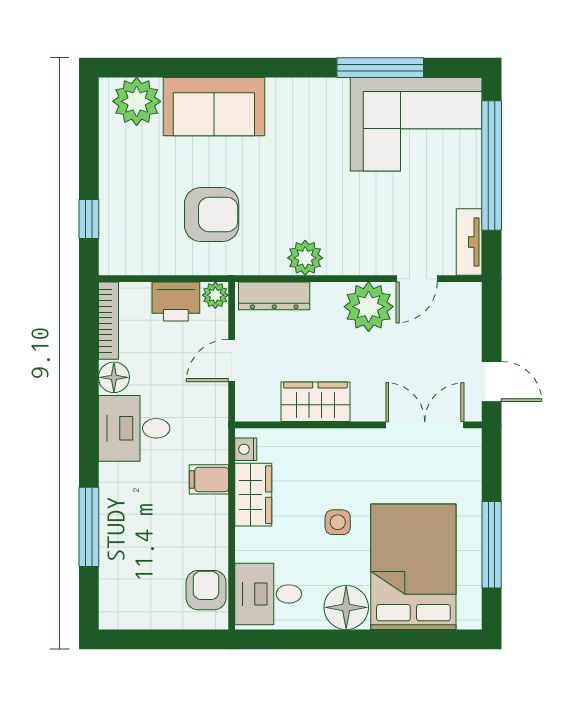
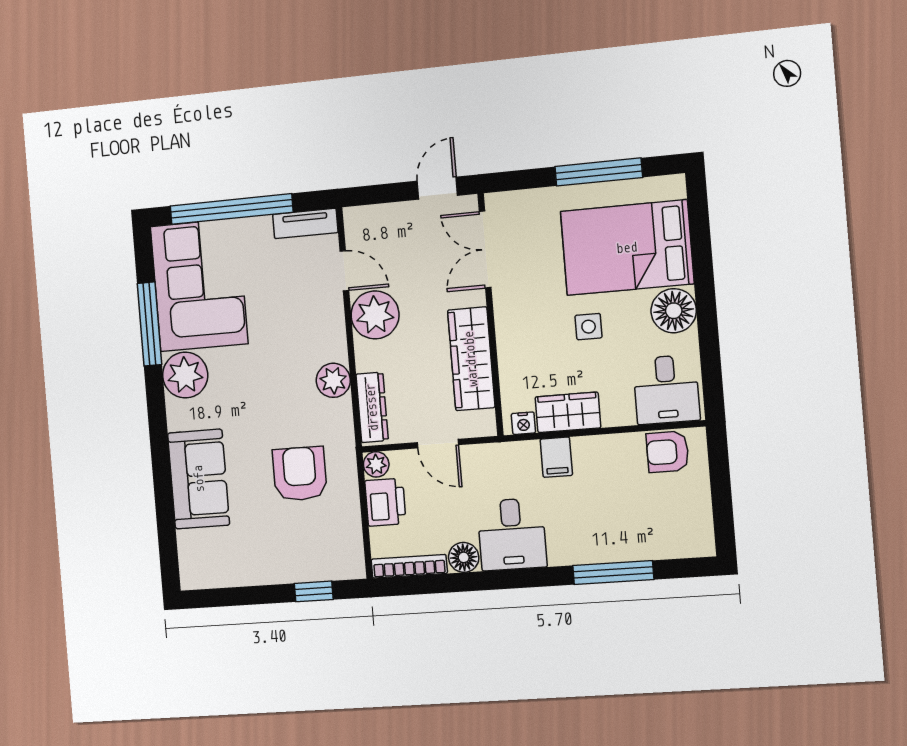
plant: (137, 101) -> (185, 375), moved
wardrobe: (315, 402) -> (471, 359), width x1.50

